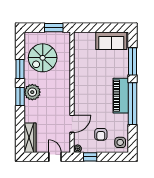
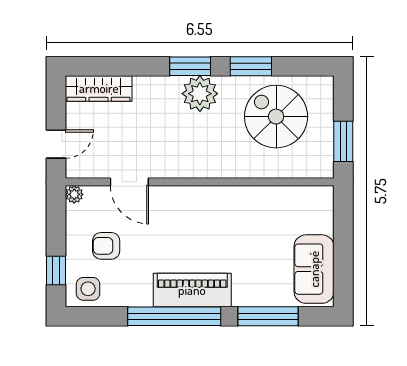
window: (90, 157) -> (56, 271), moved

